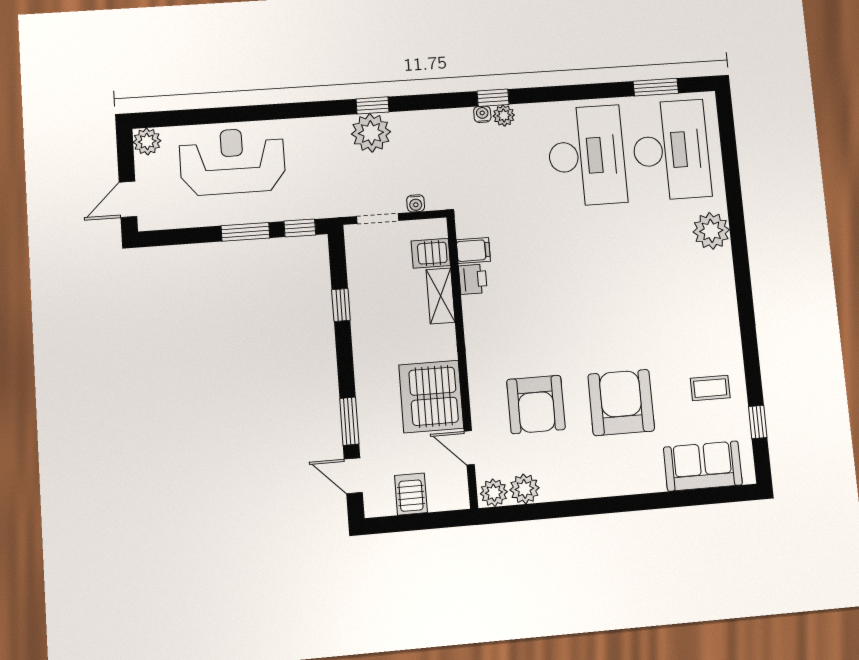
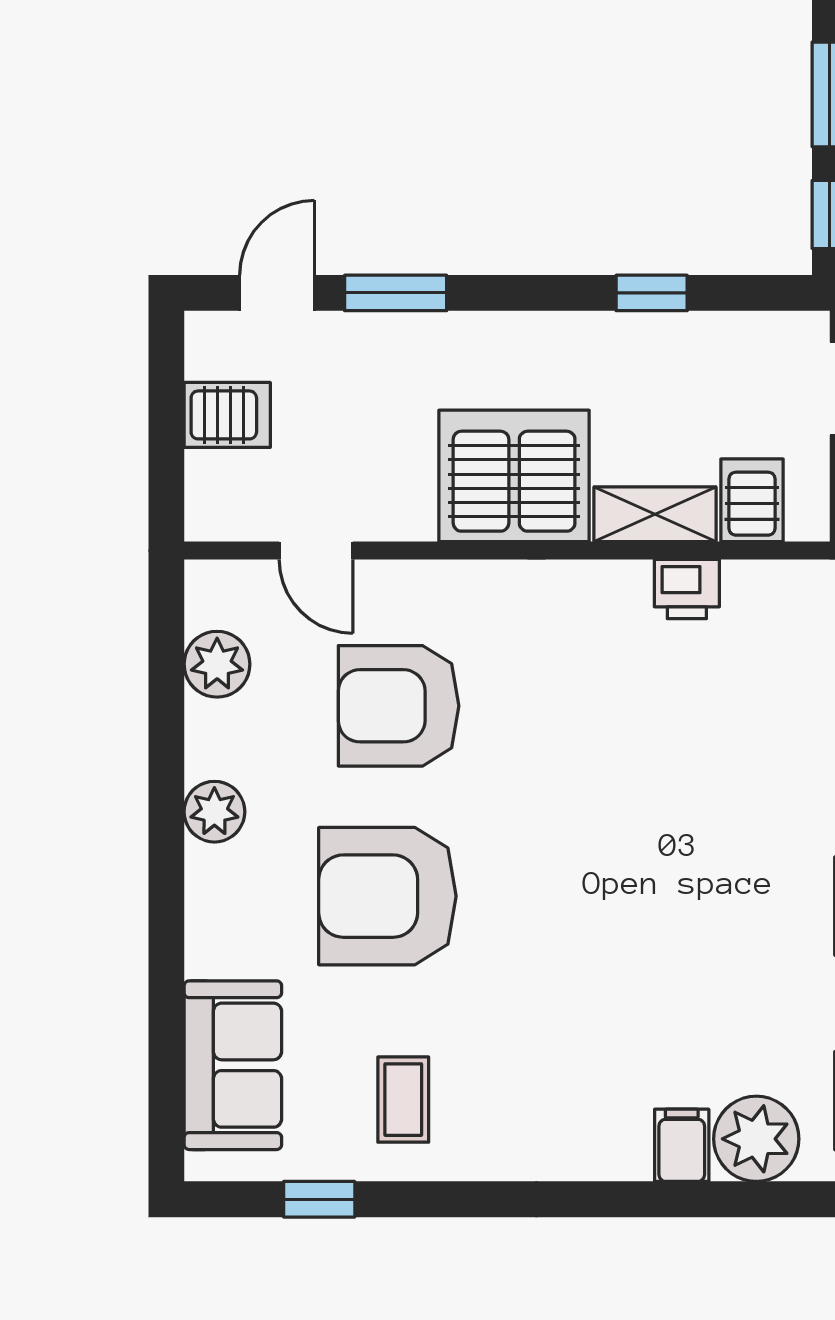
filing cabinet: (473, 250) -> (682, 1145), moved, turned 180
server rack: (431, 396) -> (514, 476), moved
armchair: (621, 403) -> (387, 896), turned 180
door: (469, 448) -> (316, 551), swing flipped
plant: (494, 493) -> (214, 812), moved

